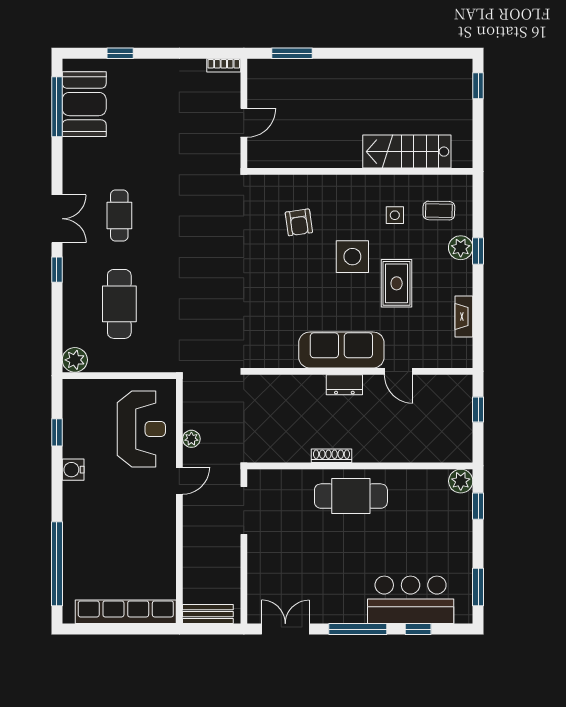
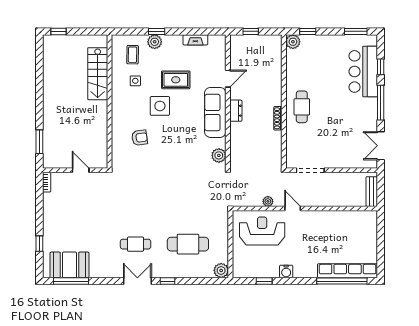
plant: (269, 356) -> (219, 155), added
cafe table: (351, 496) -> (302, 107), width x0.73, depth x0.74
row of seats: (126, 612) -> (348, 271), moved, turned 90

